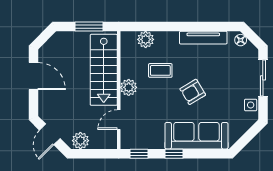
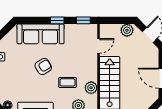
plant: (129, 87) -> (91, 88), moved

